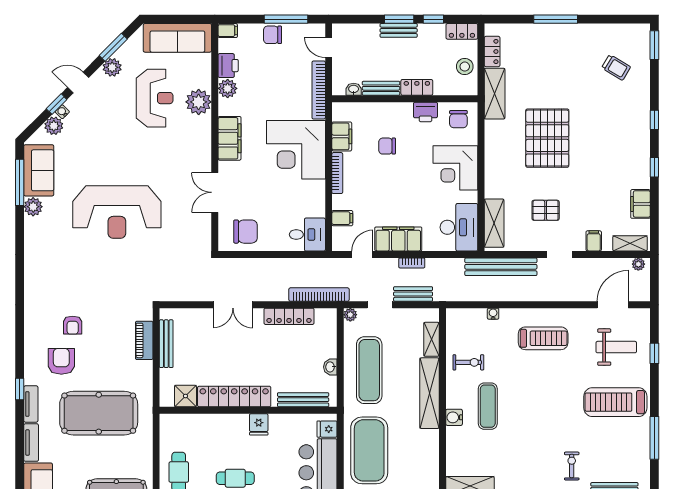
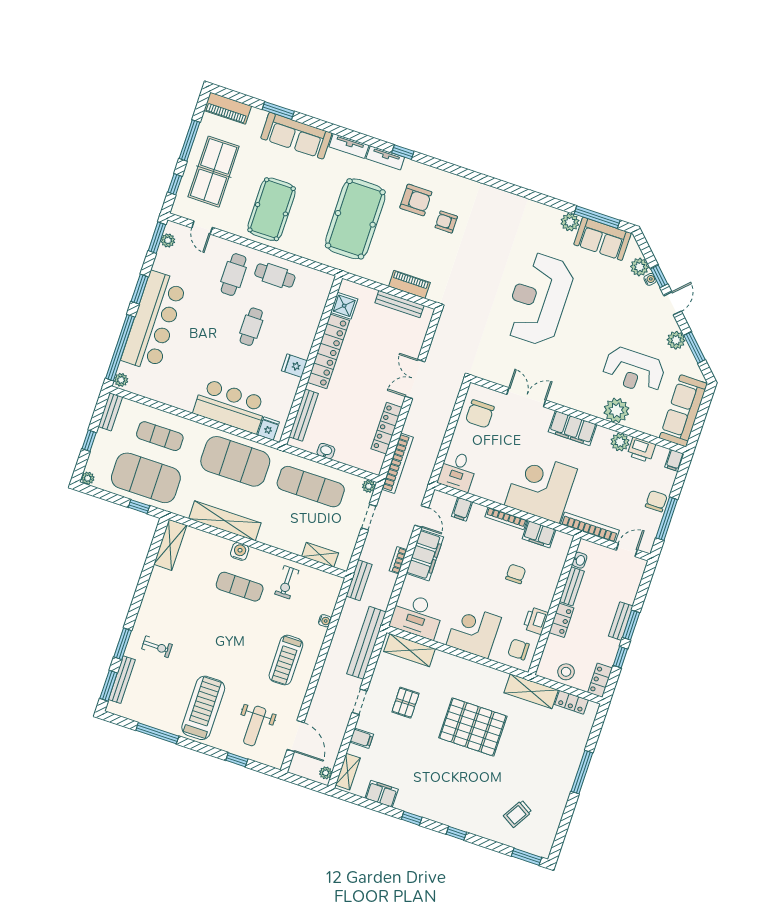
bench: (413, 294) -> (359, 580), moved
shelving: (429, 393) -> (225, 521), moved

